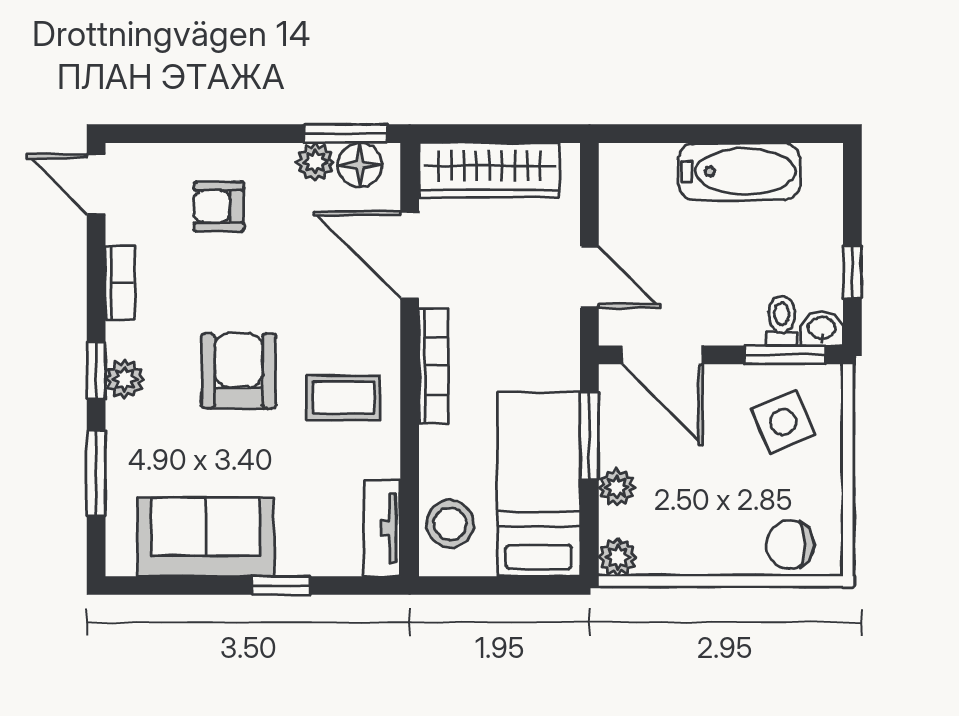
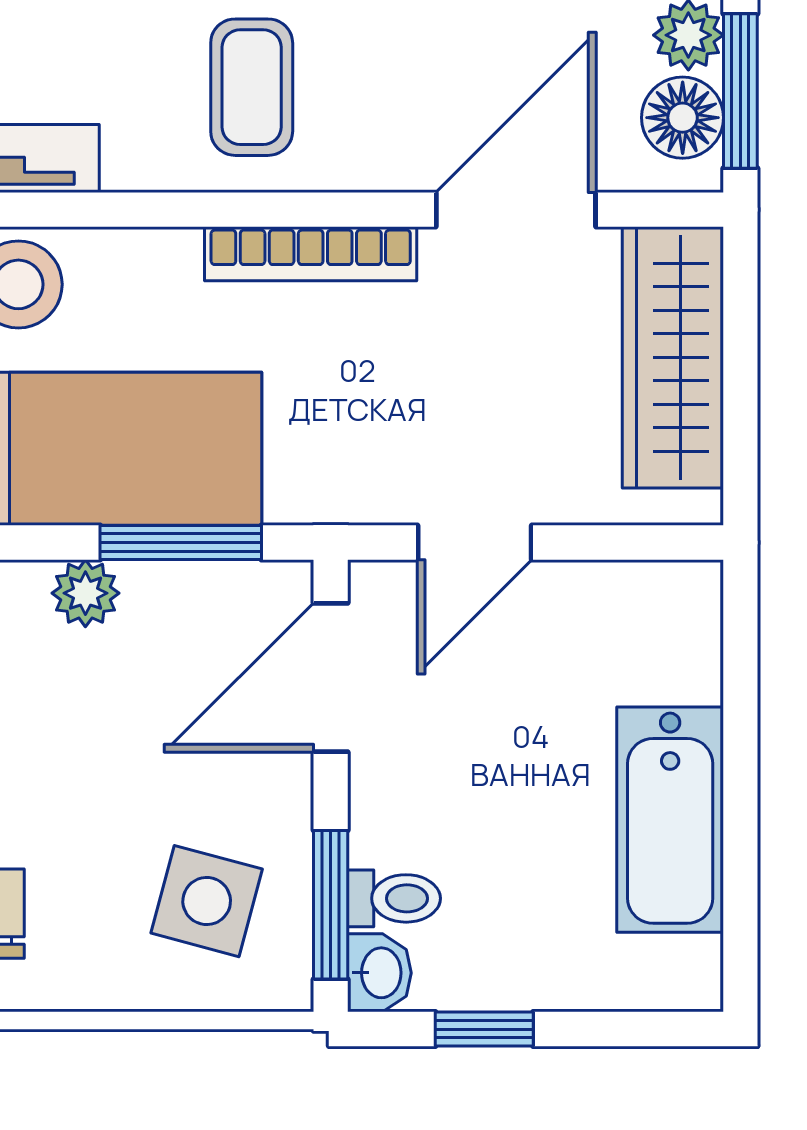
side table: (783, 422) -> (207, 901), turned 38

